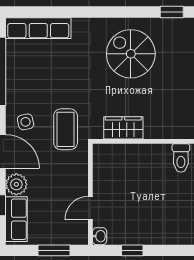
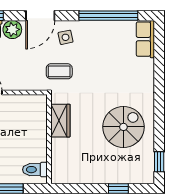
row of seats: (38, 28) -> (145, 39), width x0.68
coffee table: (66, 129) -> (59, 71), width x0.73, depth x0.77

